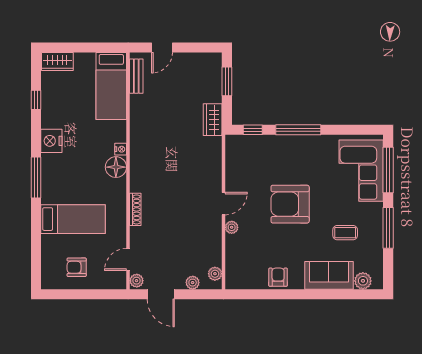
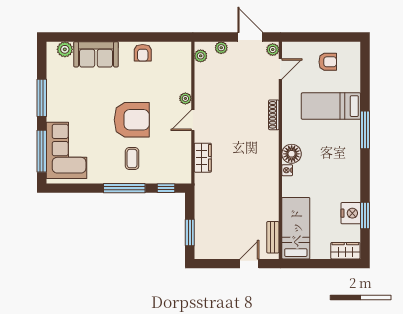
window: (36, 100) -> (365, 215), width x1.50
wardrobe: (213, 120) -> (203, 158), moved
nightstand: (51, 141) -> (351, 213), moved
window: (36, 178) -> (365, 130), moved
coffee table: (345, 233) -> (132, 159), moved, turned 90

